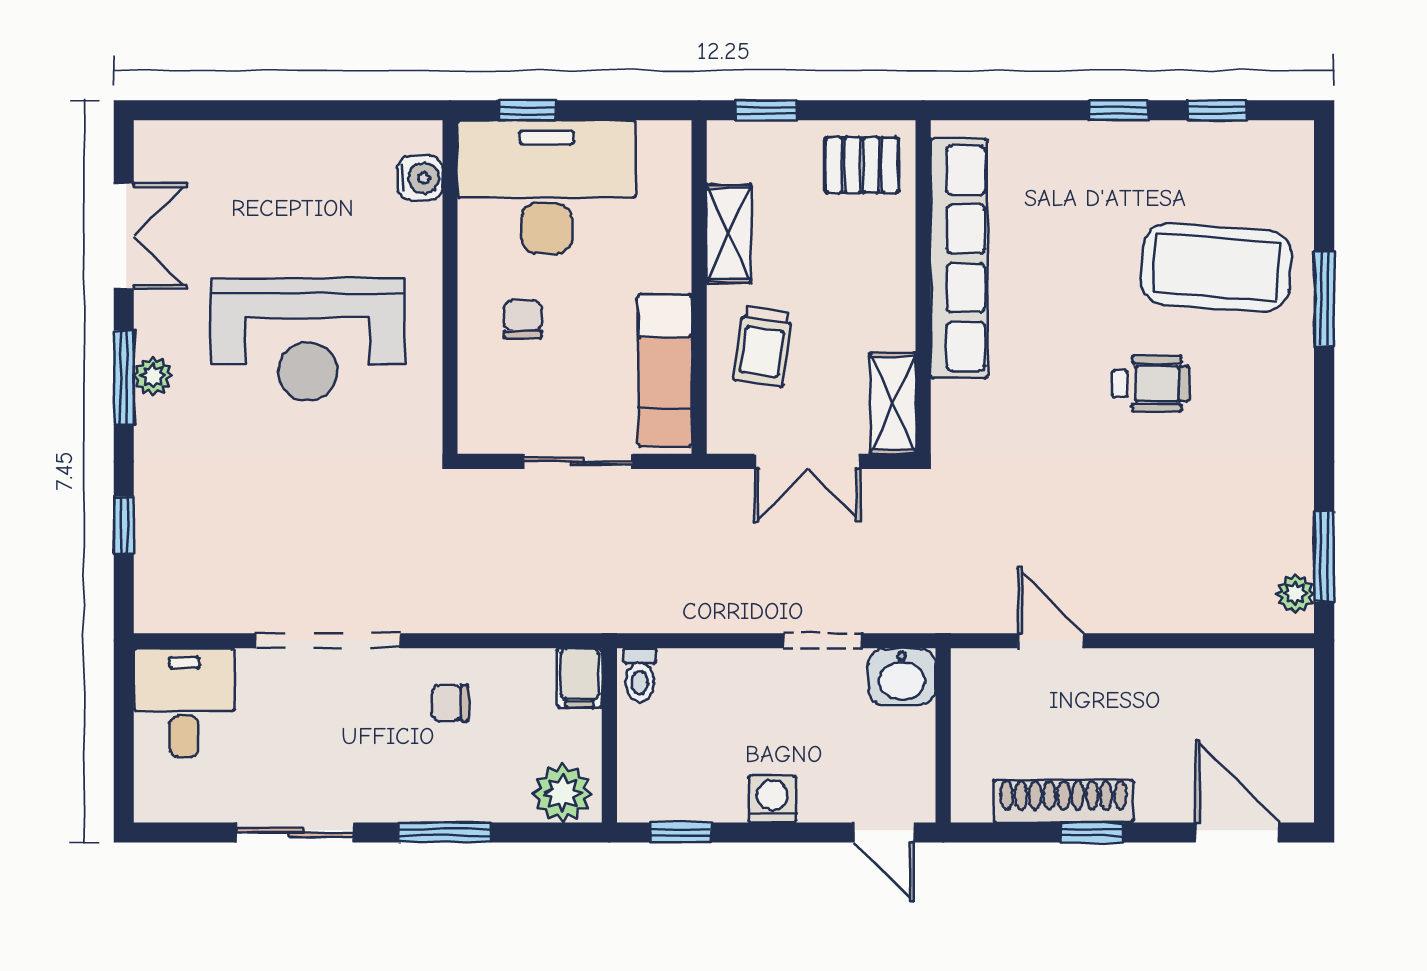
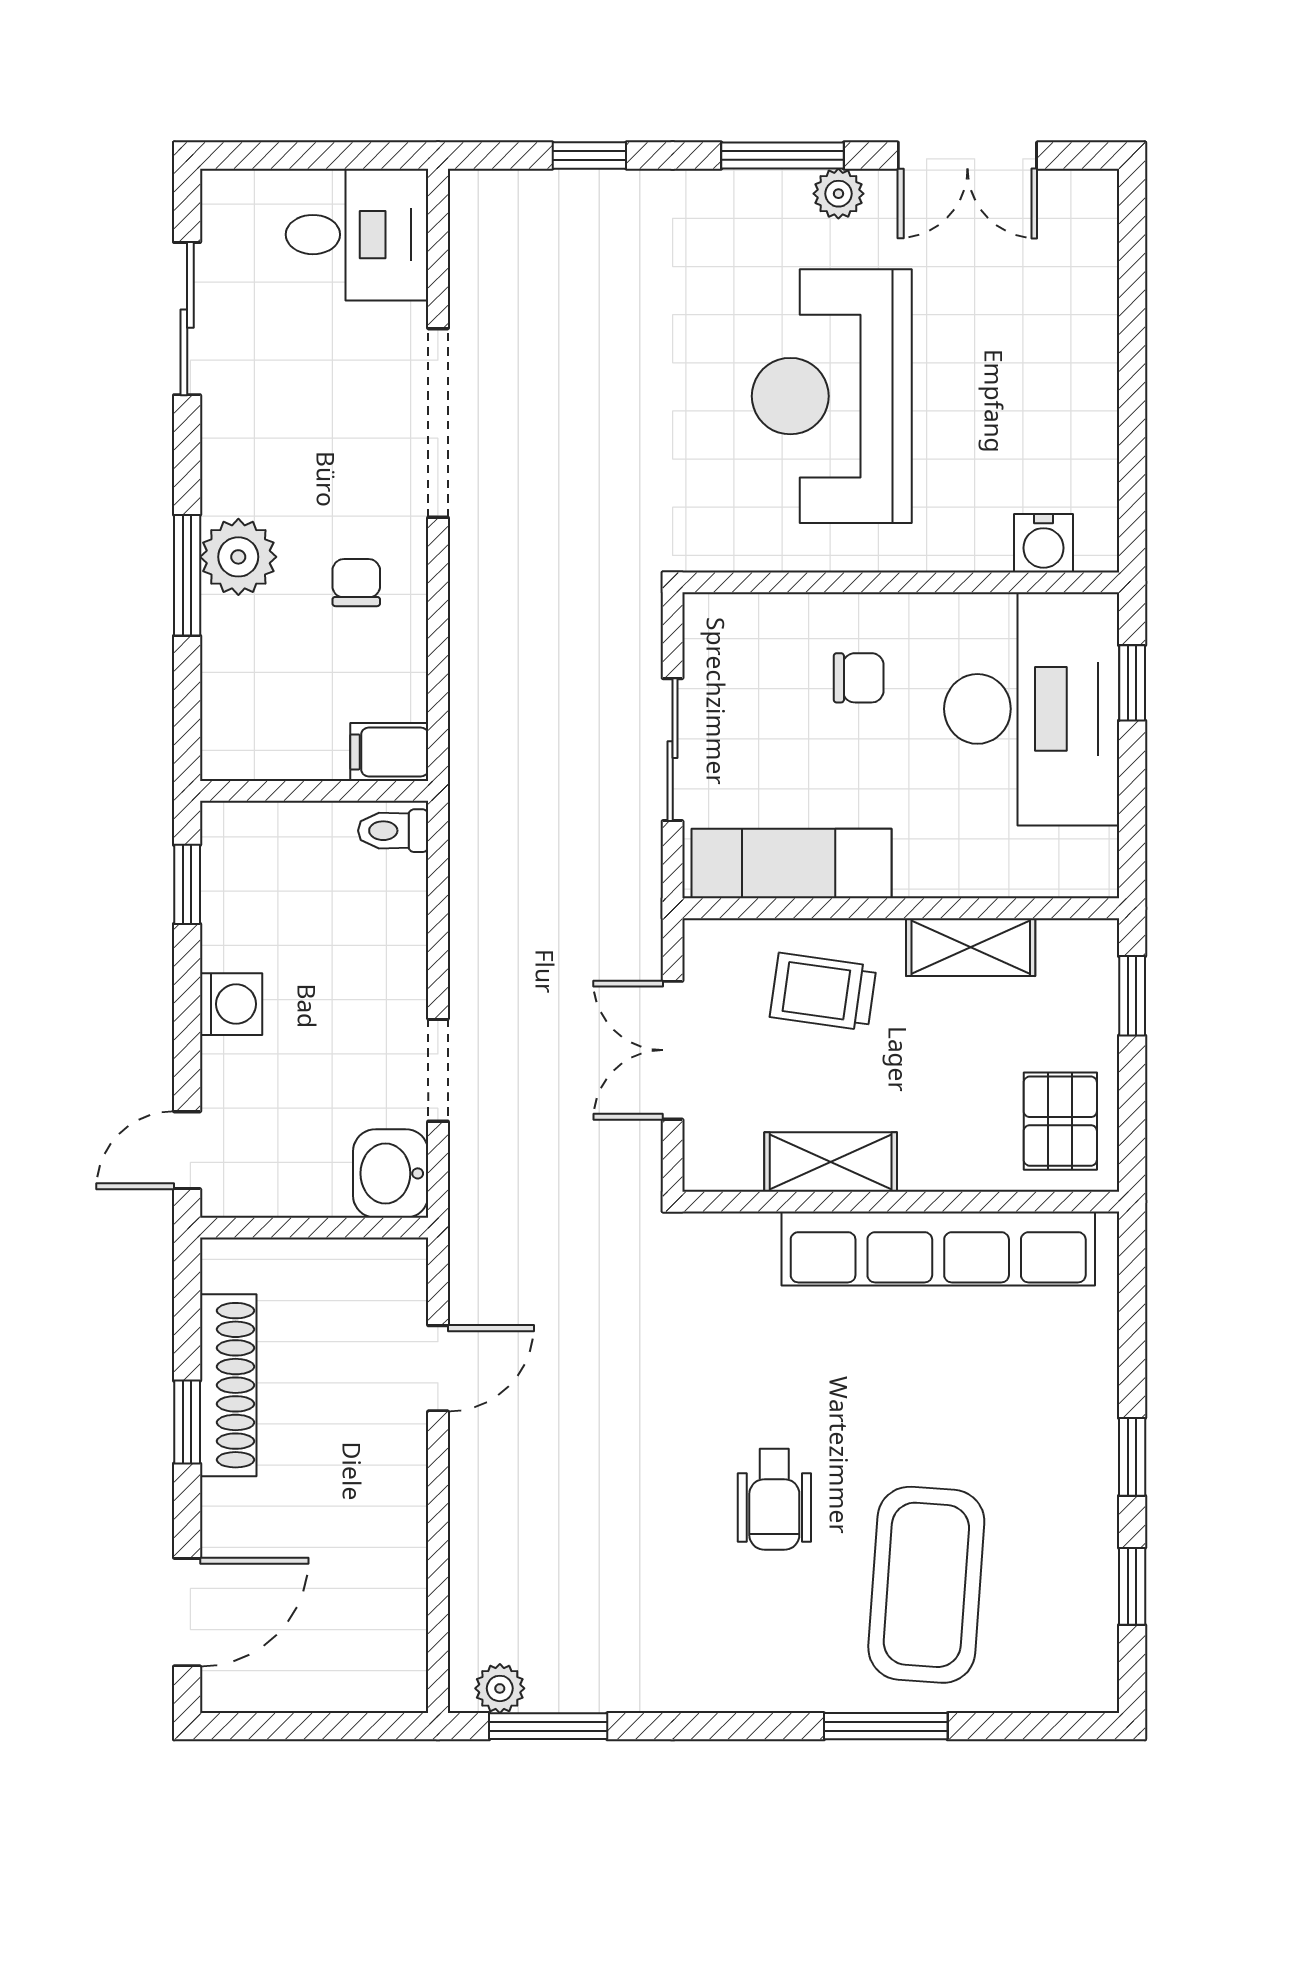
plant: (153, 376) -> (838, 194), moved
shelving: (893, 403) -> (831, 1162), moved
plant: (563, 793) -> (238, 557), moved
sliding door: (295, 832) -> (187, 319), moved

